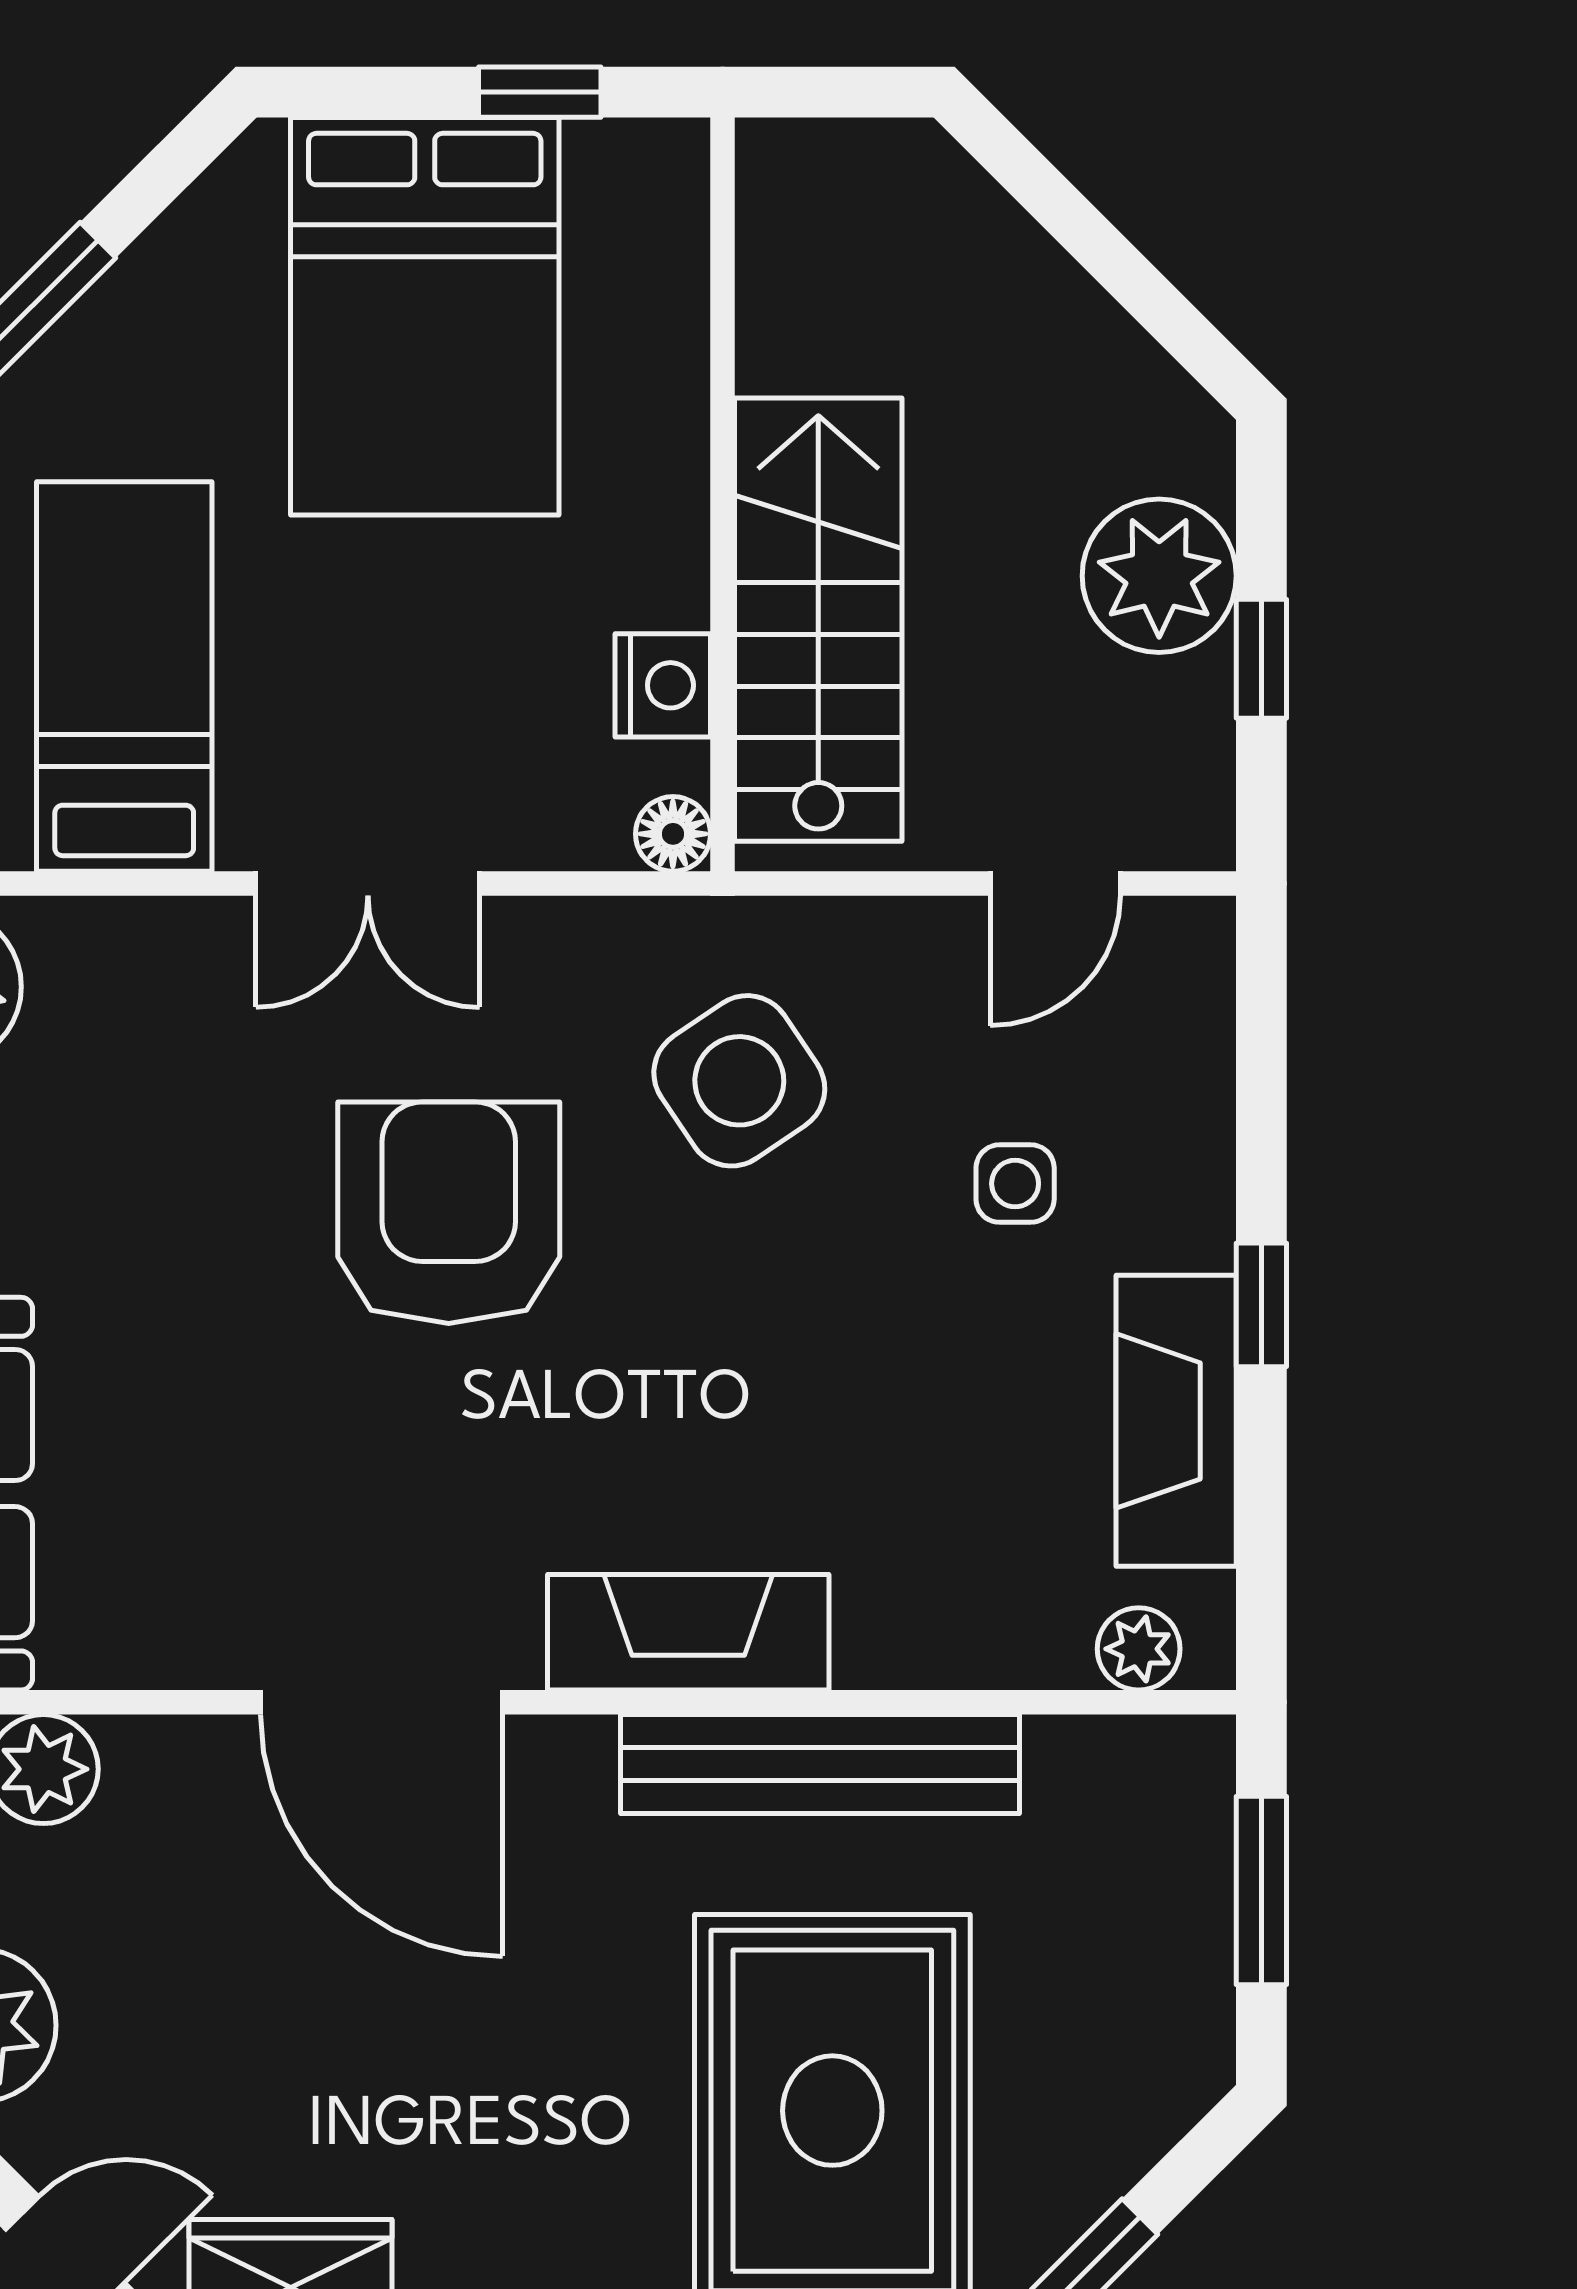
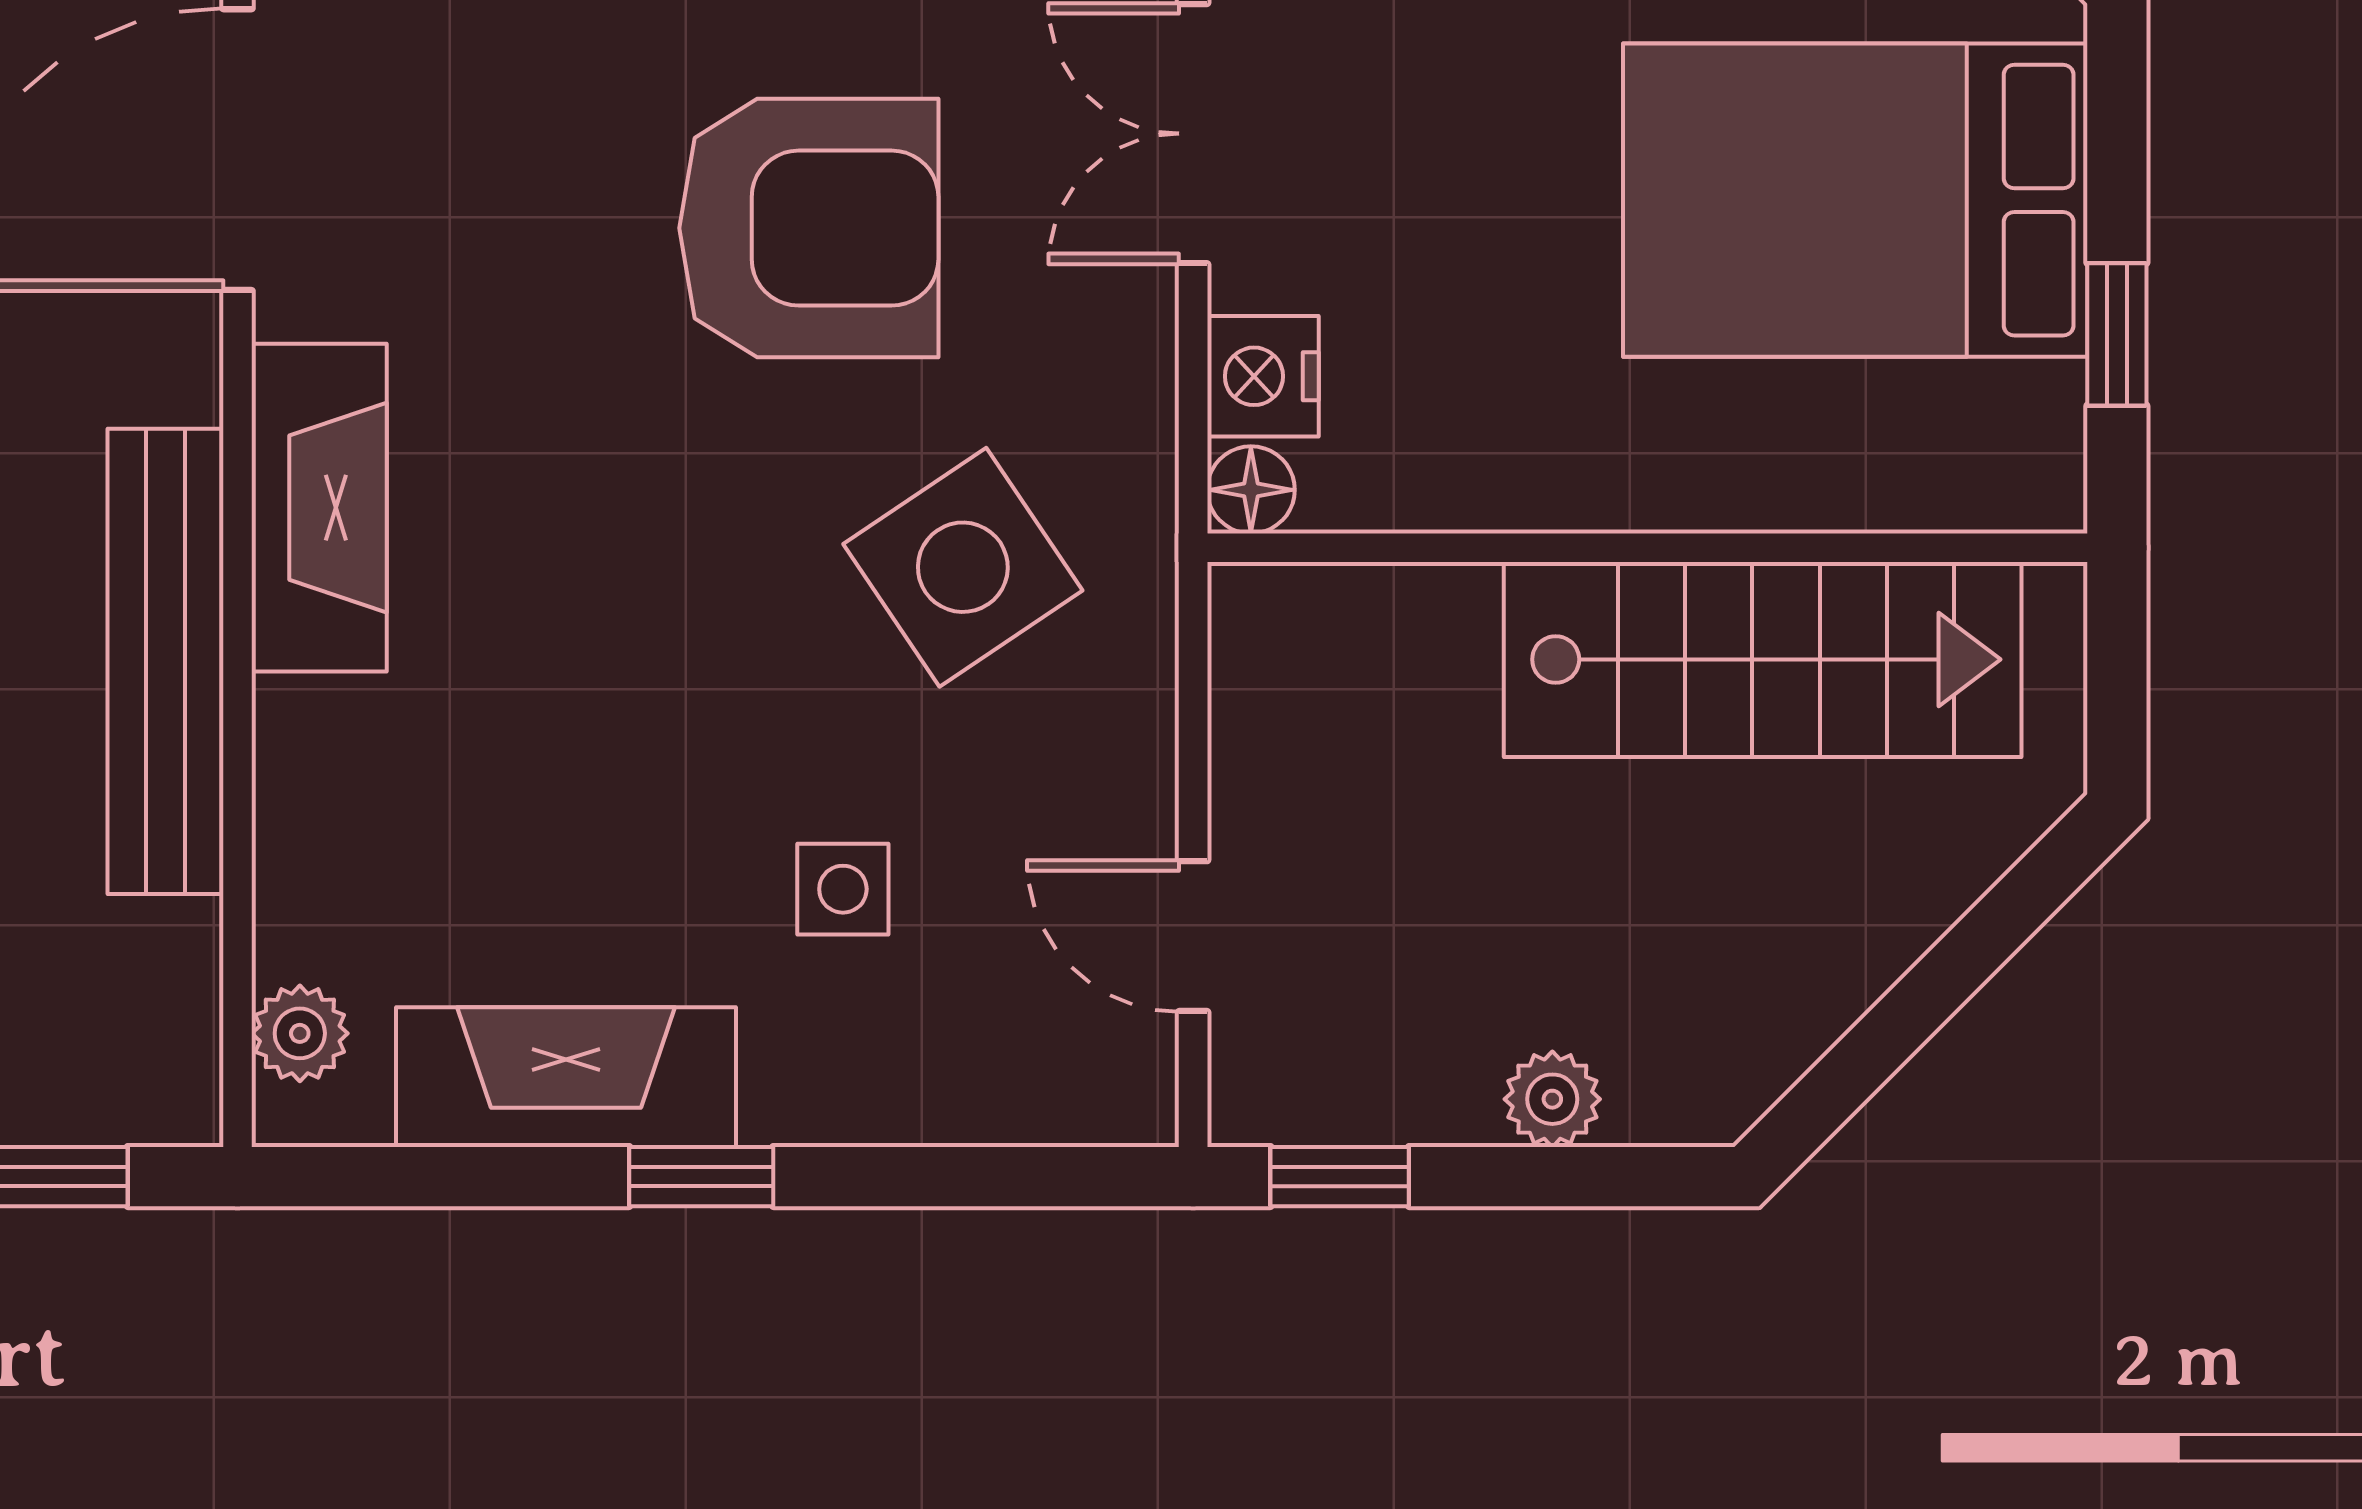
plant: (1159, 576) -> (1552, 1099), width x0.53, depth x0.53
stairs: (818, 620) -> (1763, 659), moved
window: (1261, 659) -> (1340, 1177), moved
nightstand: (663, 685) -> (1263, 376), moved, turned 90

